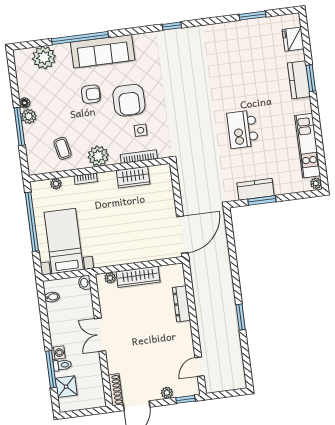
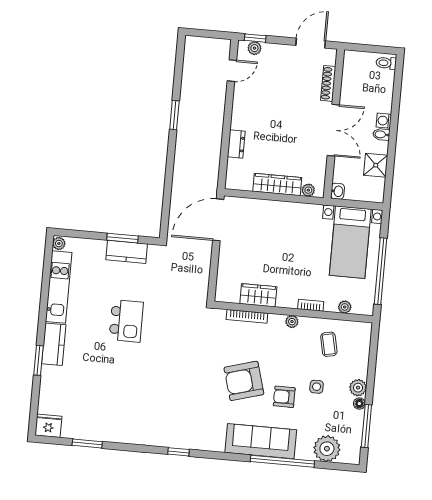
fridge: (293, 39) -> (48, 426), moved, turned -90
kitchen counter: (299, 80) -> (54, 344), moved
armchair: (129, 100) -> (244, 381), turned -106
window: (19, 127) -> (366, 426), moved
side table: (141, 130) -> (317, 387), moved
plant: (98, 156) -> (292, 322), width x0.53, depth x0.53
bidet: (52, 297) -> (381, 134), moved
dresser: (181, 304) -> (236, 144), width x0.70
double door: (100, 335) -> (333, 130), width x1.37
toilet: (62, 365) -> (386, 63), moved
window: (51, 369) -> (396, 104), removed
shower: (66, 387) -> (376, 165), moved
shoe rack: (116, 390) -> (328, 83), moved
plant: (167, 393) -> (254, 48), moved

